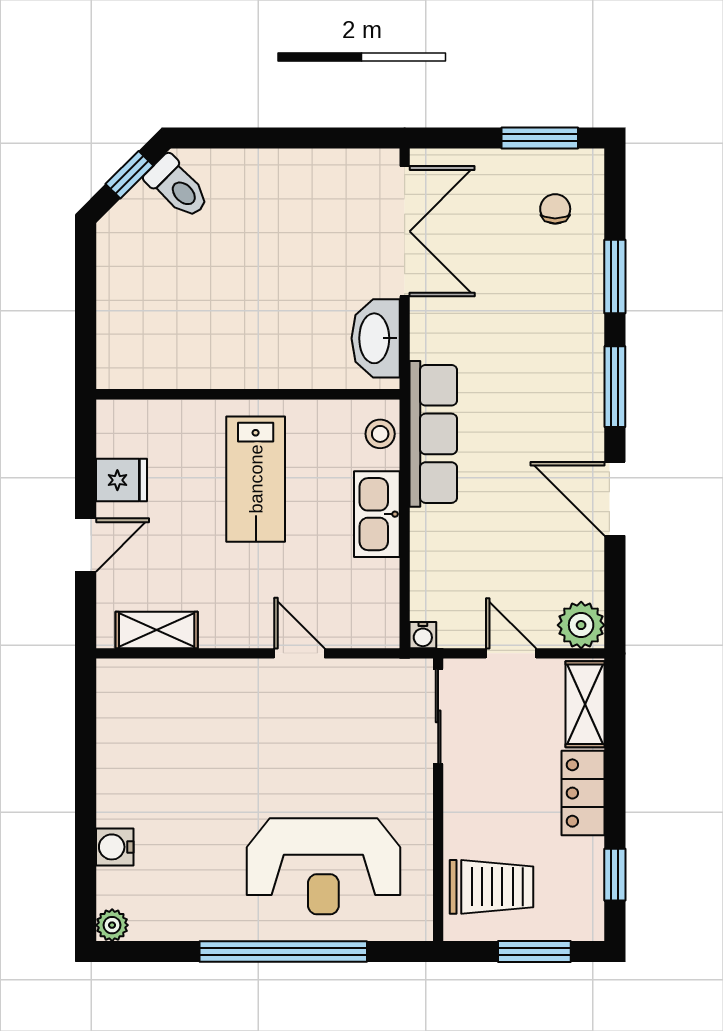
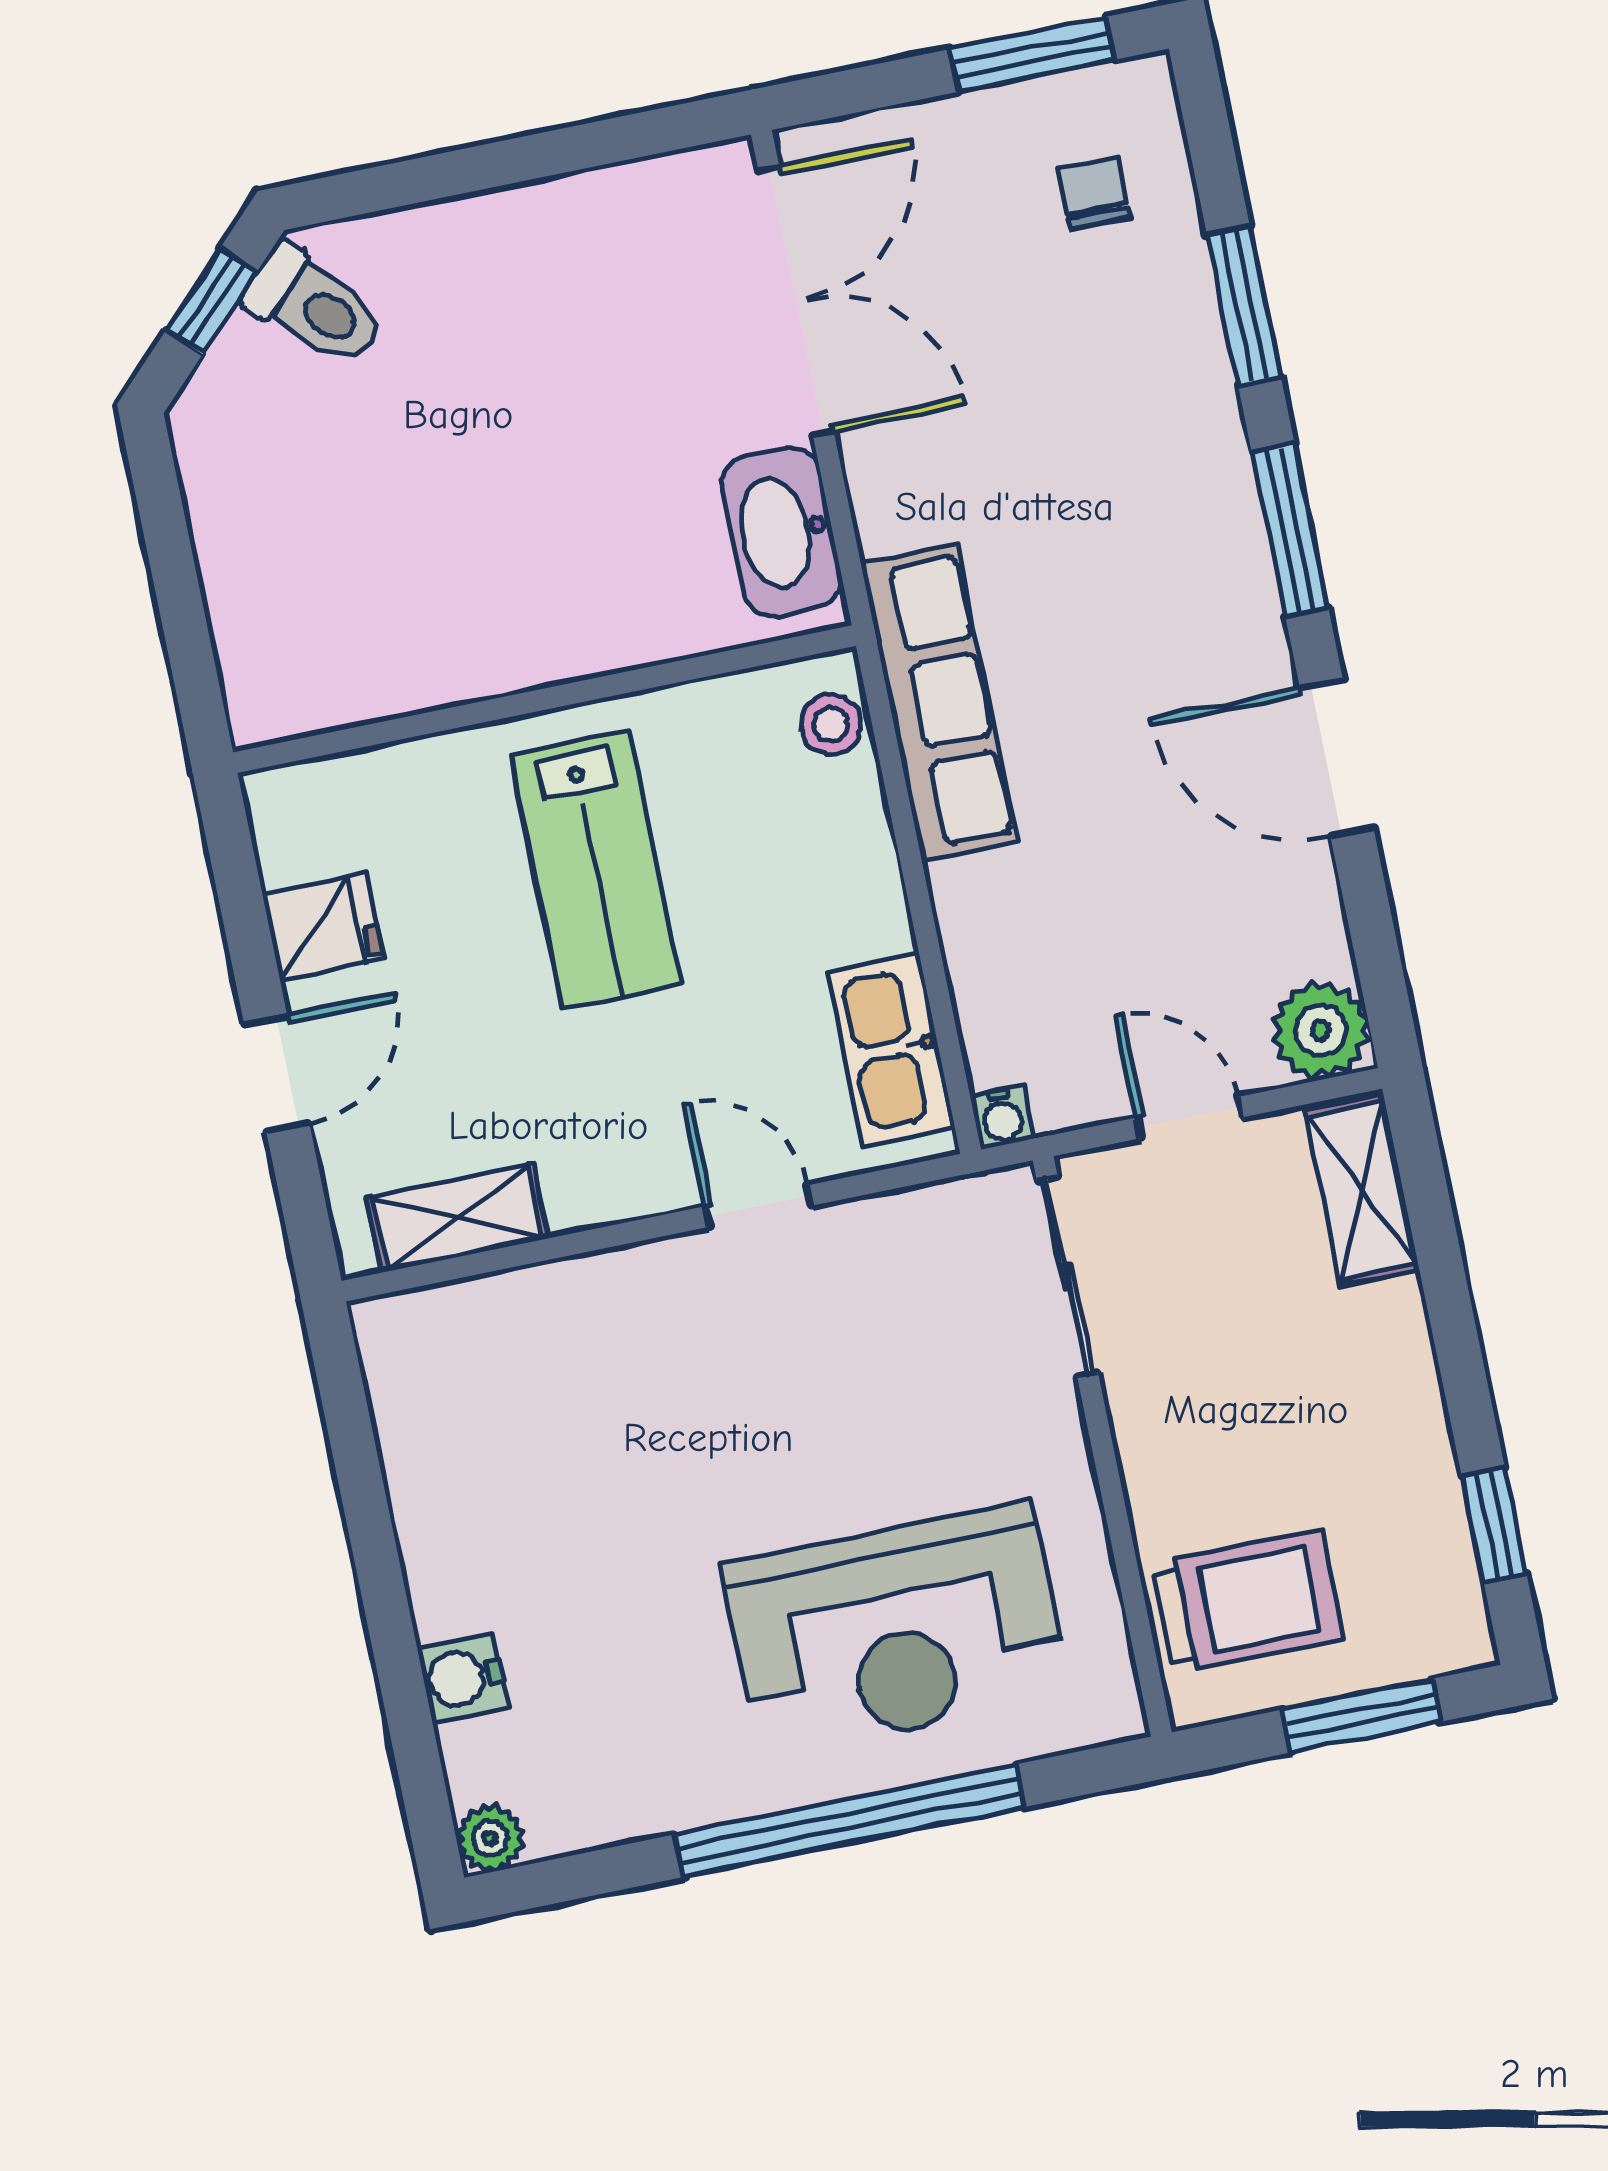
kitchen sink: (377, 514) -> (891, 1049), moved
locker: (583, 793) -> (1395, 1372), removed

